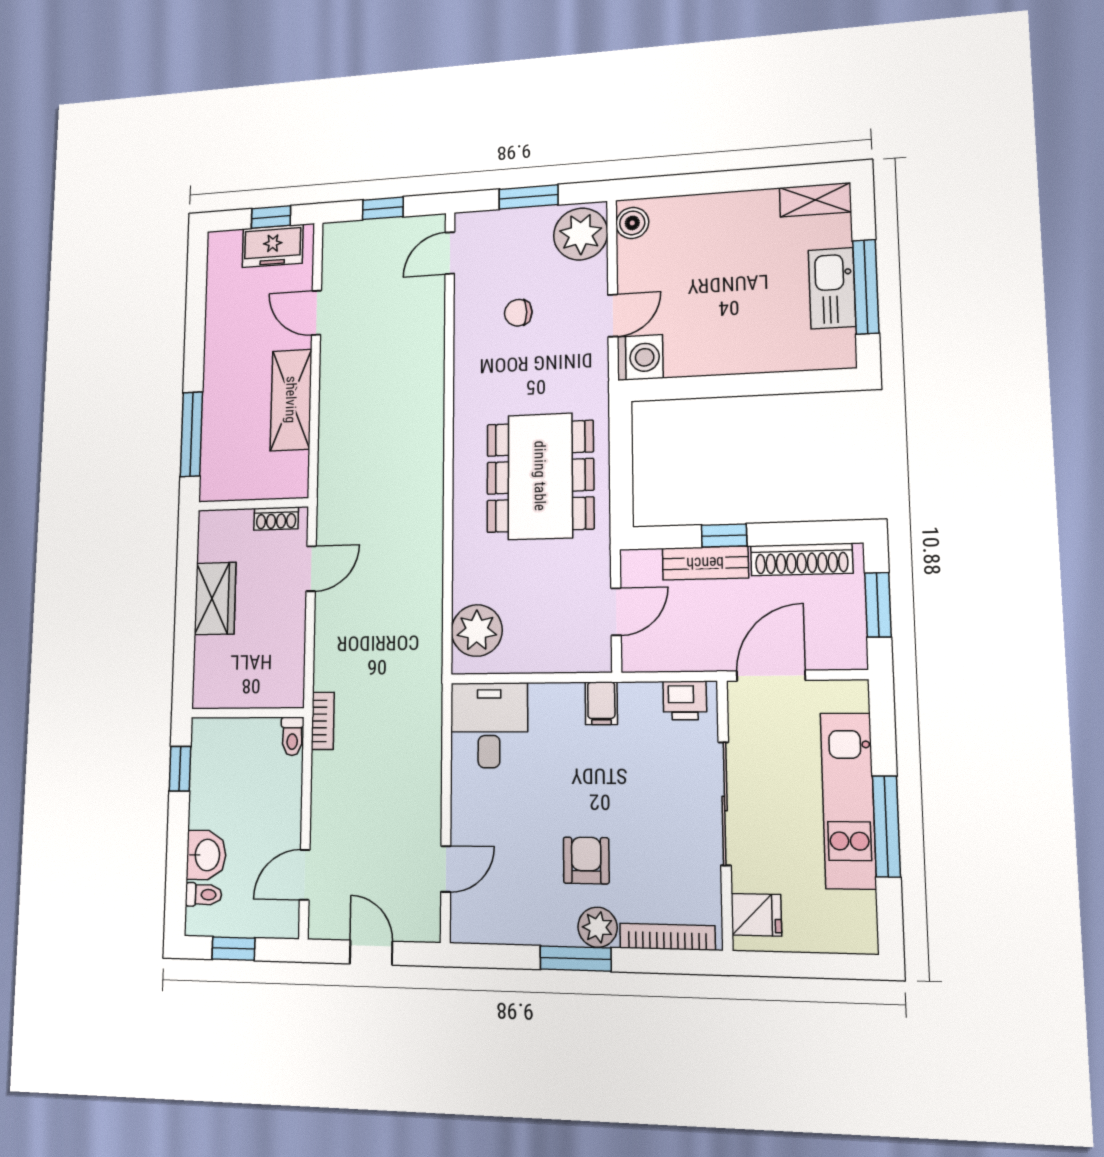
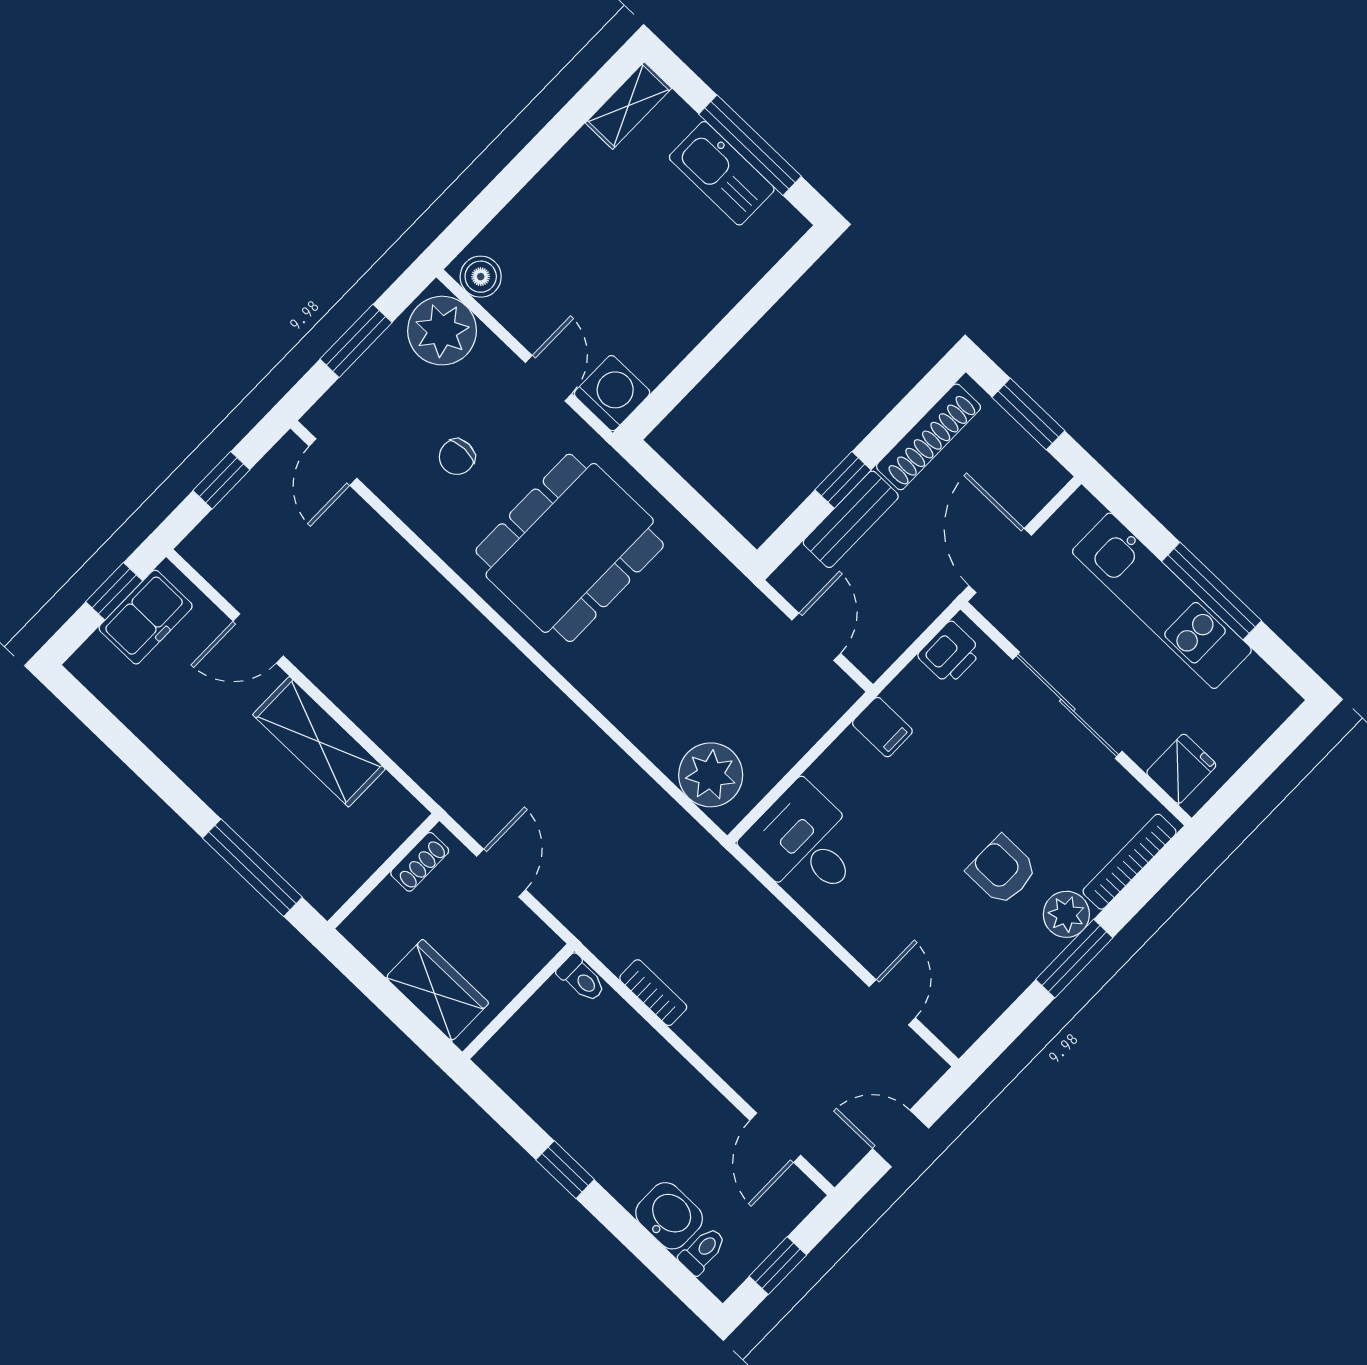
dining table: (540, 476) -> (570, 548), moved, turned 90
wall: (247, 713) -> (518, 1001), moved
toilet: (292, 736) -> (581, 978), moved

